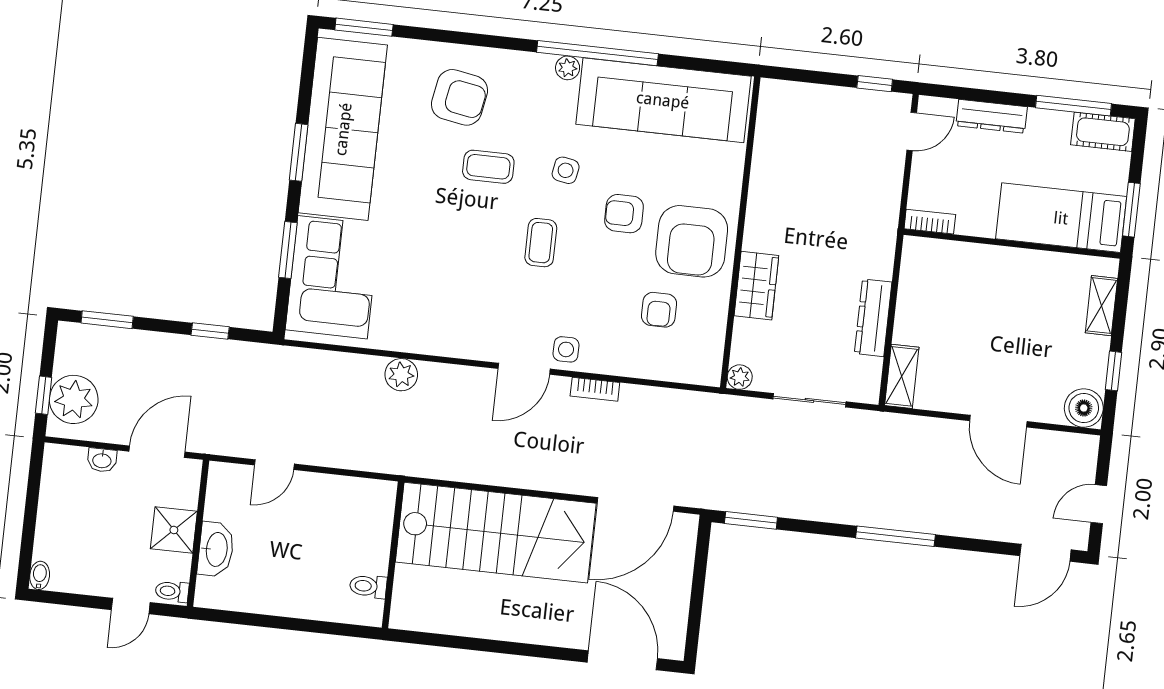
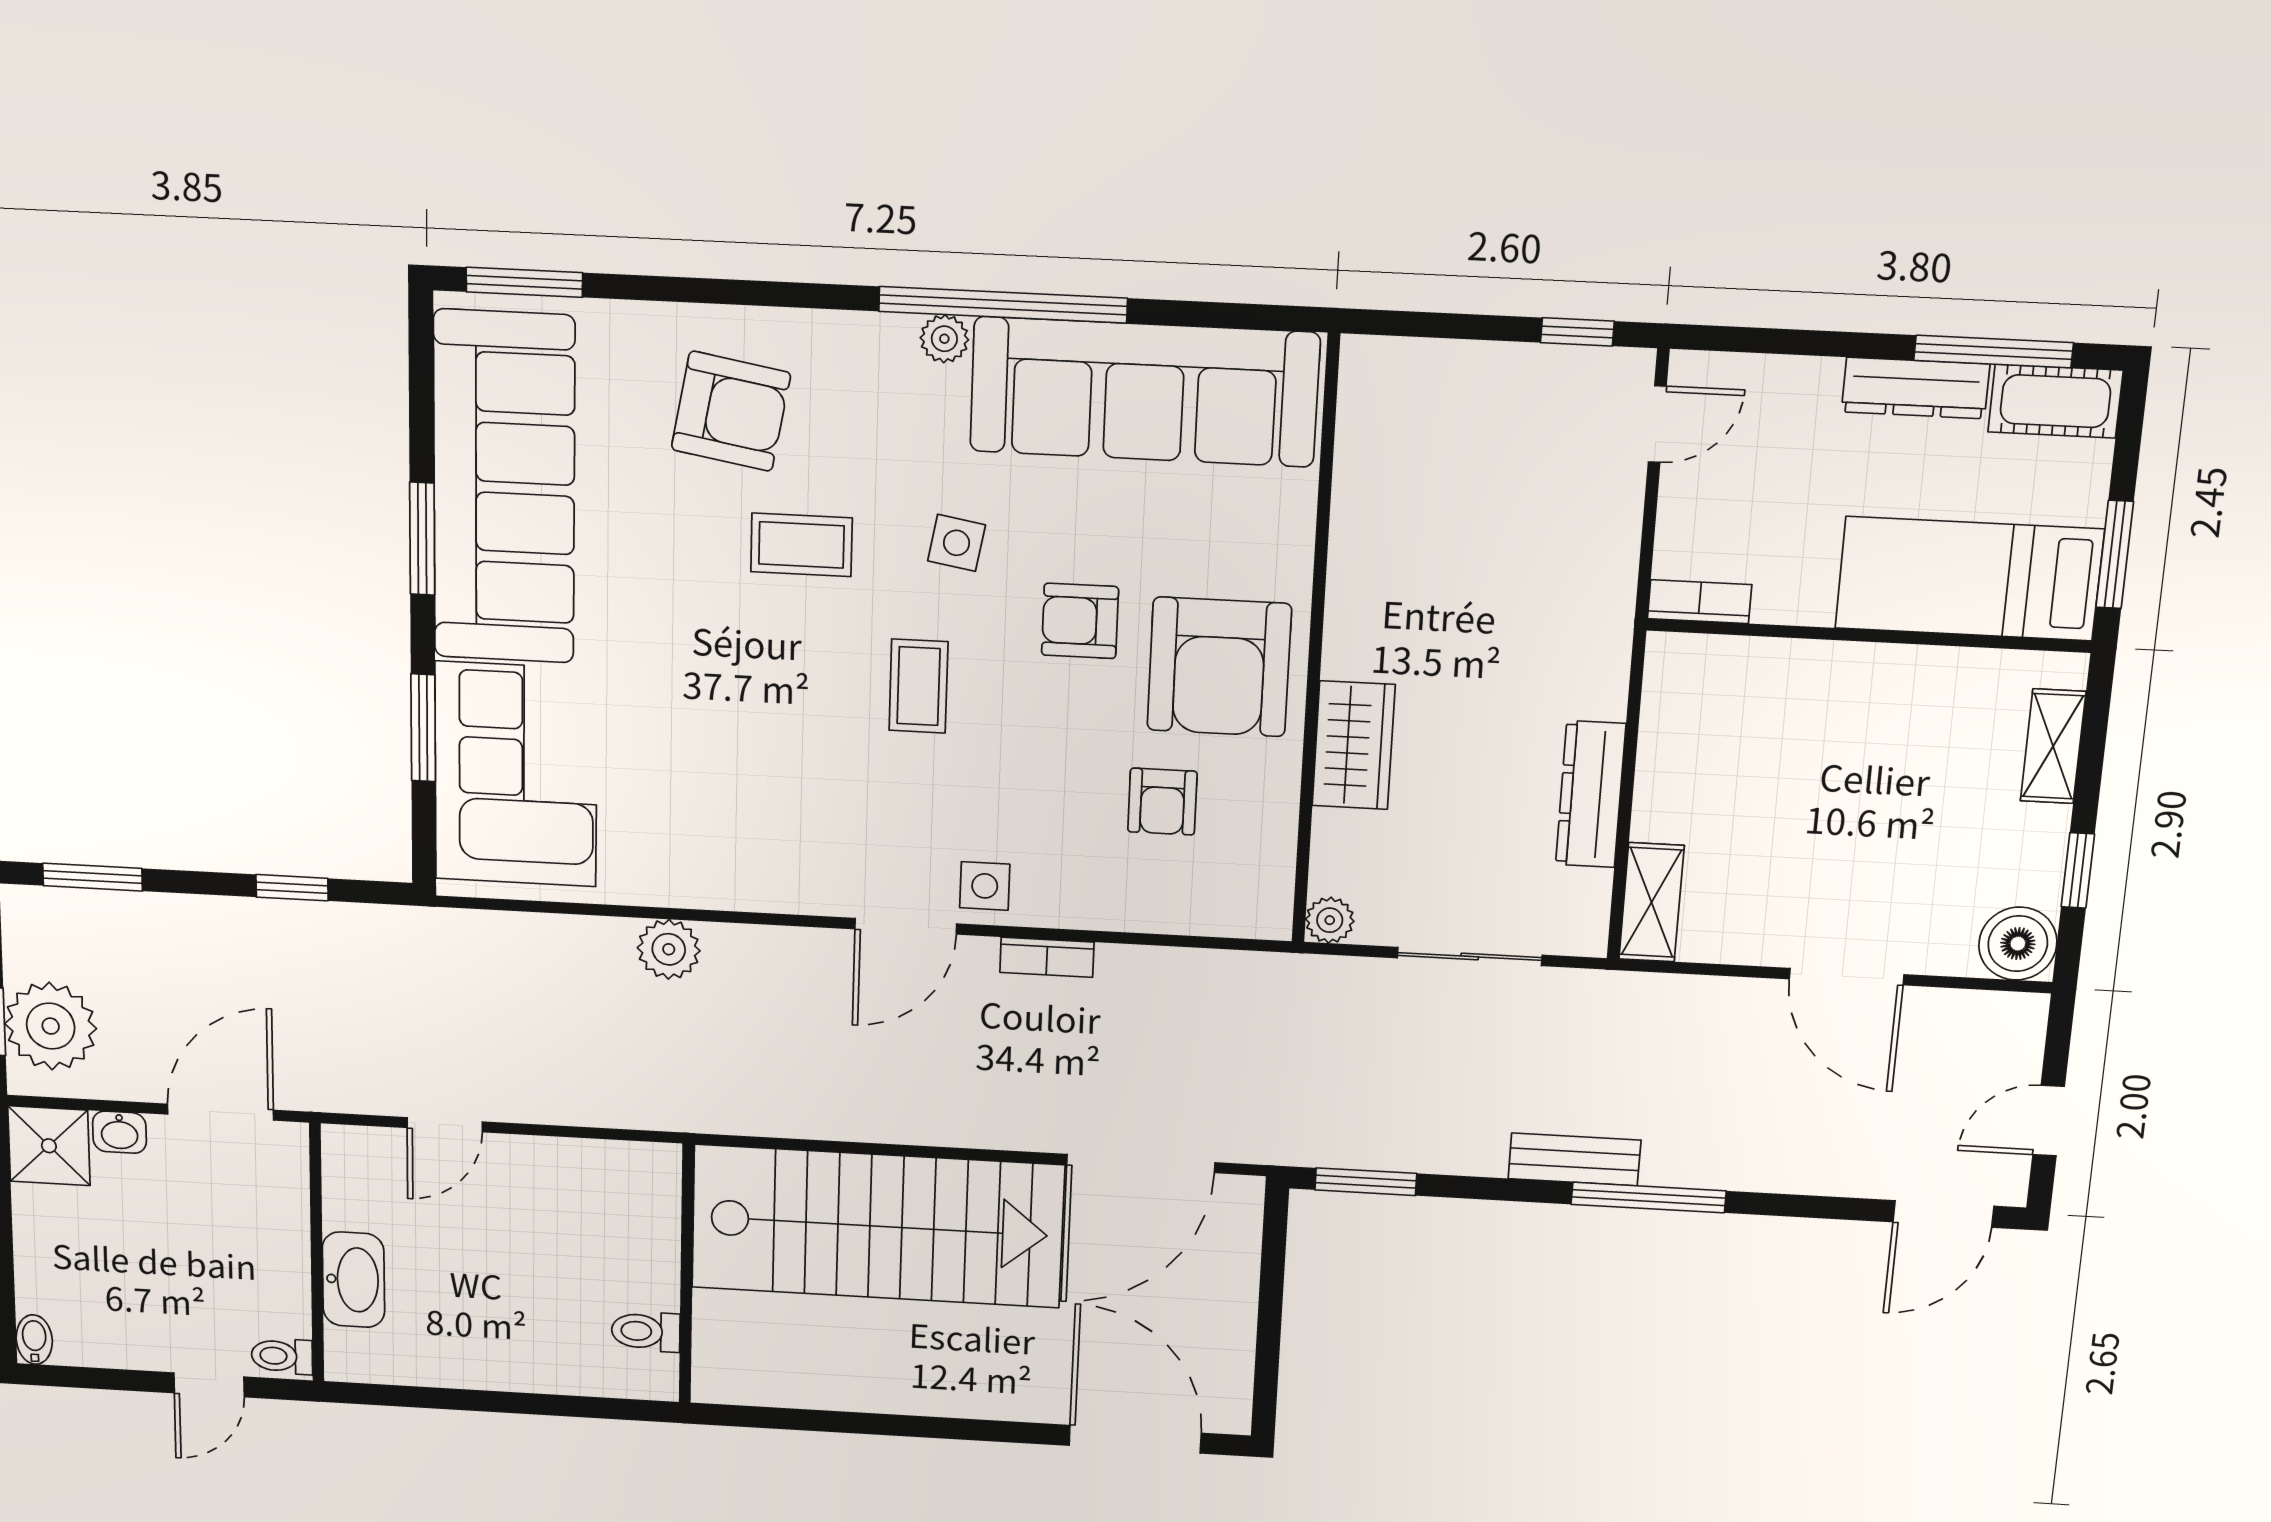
dresser: (992, 116) -> (1915, 388), moved
bench: (858, 513) -> (1575, 1159), added
shower: (174, 530) -> (49, 1146), moved

